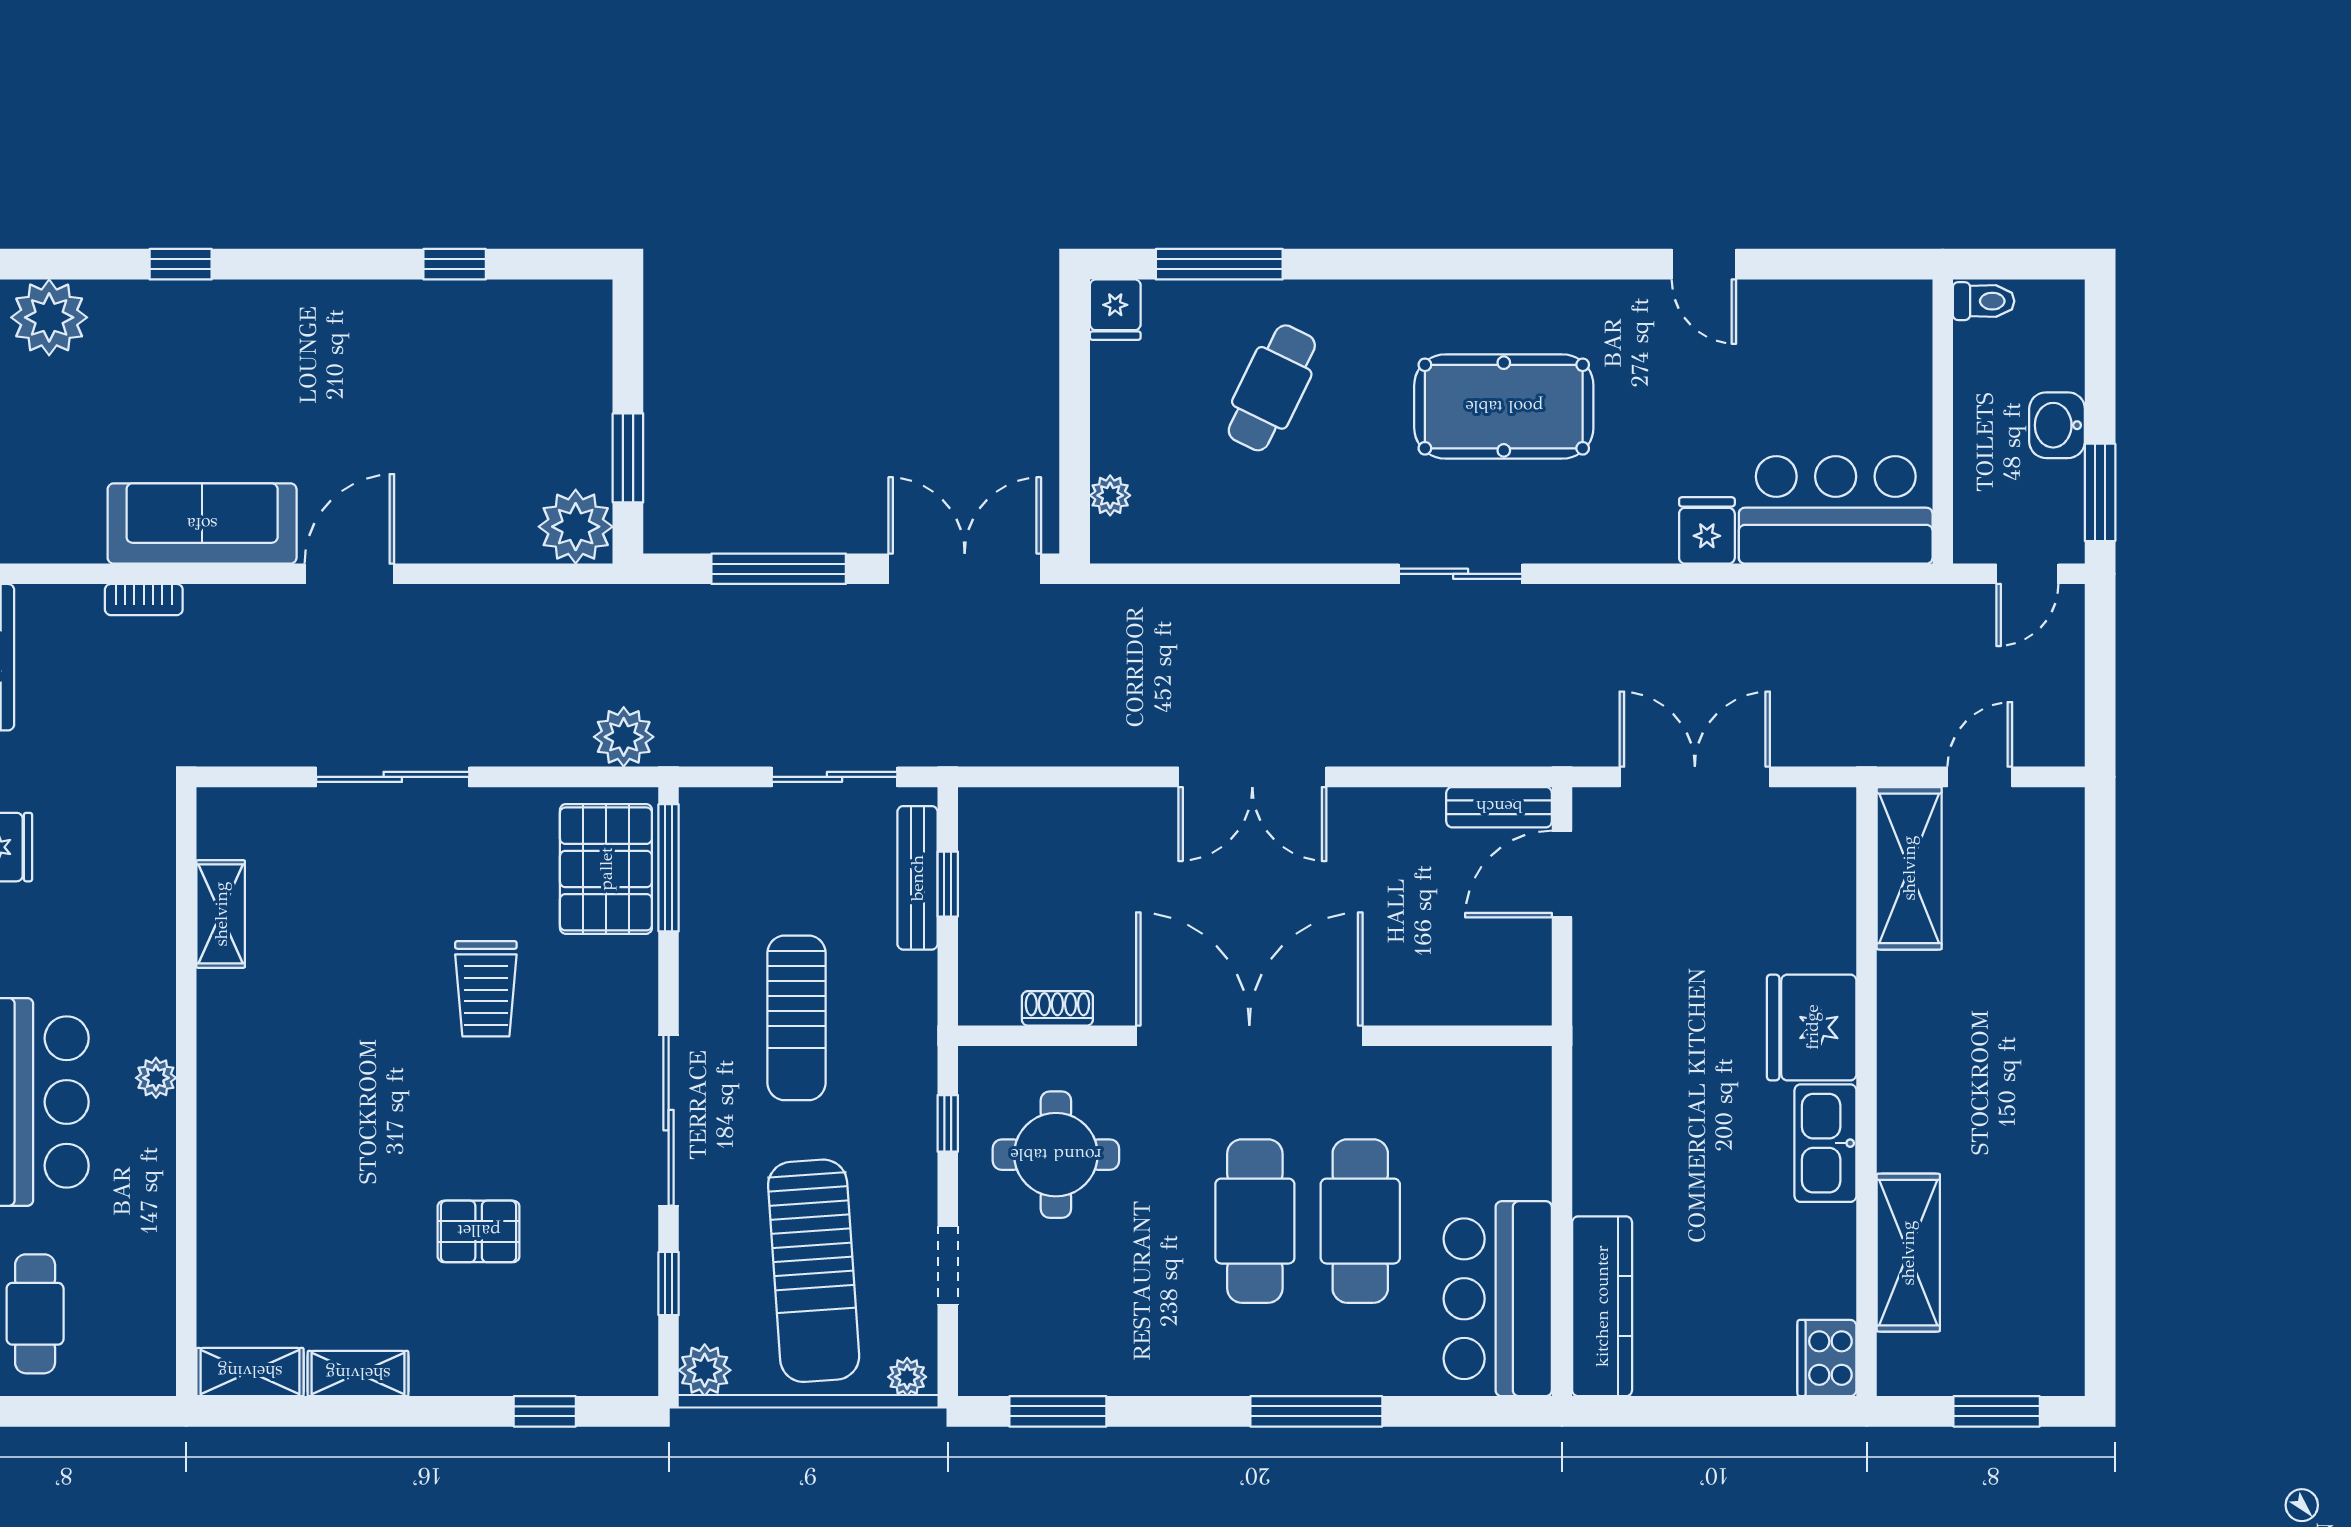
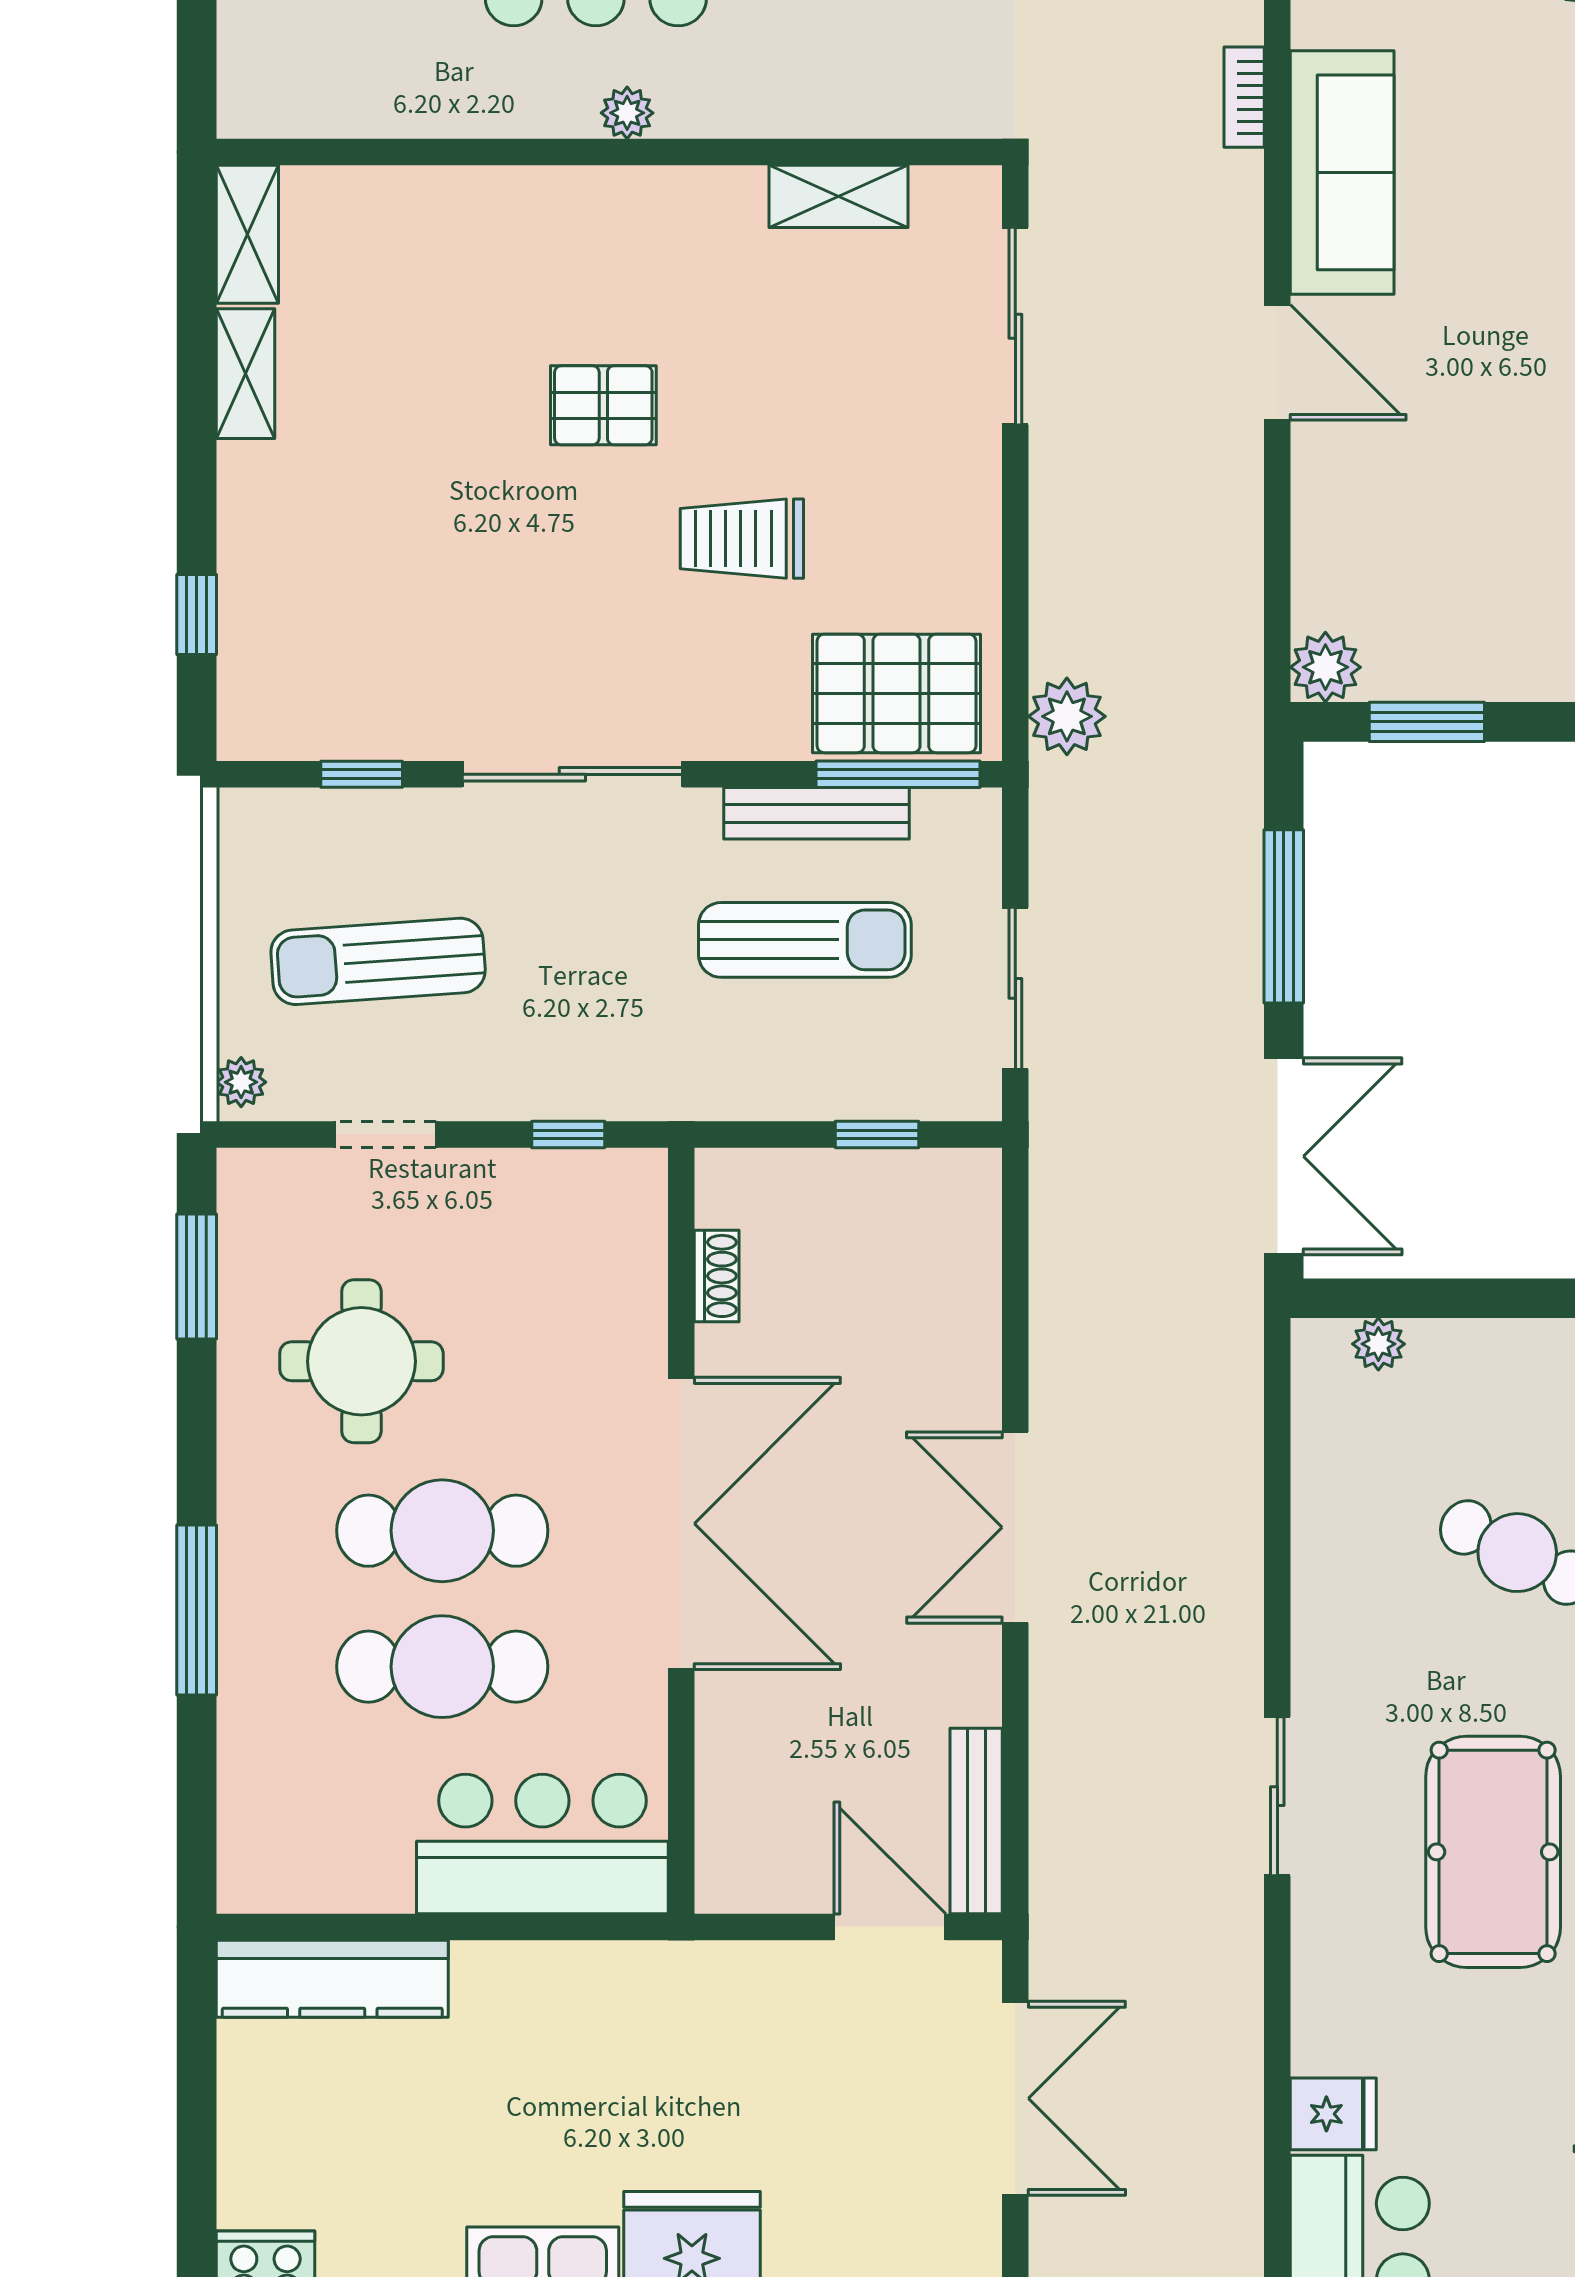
plant: (576, 527) -> (1325, 667), width x0.73, depth x0.73
sliding door: (393, 777) -> (1015, 326), moved
bench: (1499, 807) -> (976, 1821), width x1.36
bench: (917, 878) -> (817, 813), moved
sun lounger: (797, 1018) -> (805, 940), moved, turned 180
round table: (1056, 1155) -> (361, 1361), moved
pallet: (479, 1231) -> (603, 405), moved, turned 90
sun lounger: (814, 1271) -> (378, 961), width x0.73, depth x0.75
bar counter: (1498, 1299) -> (542, 1844), moved
plant: (705, 1370) -> (250, 821), removed

